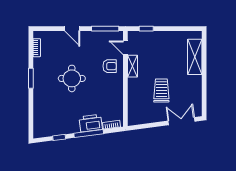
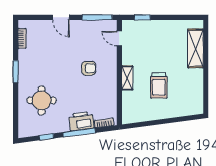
armchair: (110, 66) -> (89, 68), moved
shelving: (132, 66) -> (127, 78), moved
round table: (72, 78) -> (42, 100), moved
trolley: (161, 91) -> (159, 85), turned 180
double door: (182, 121) -> (181, 119), removed

